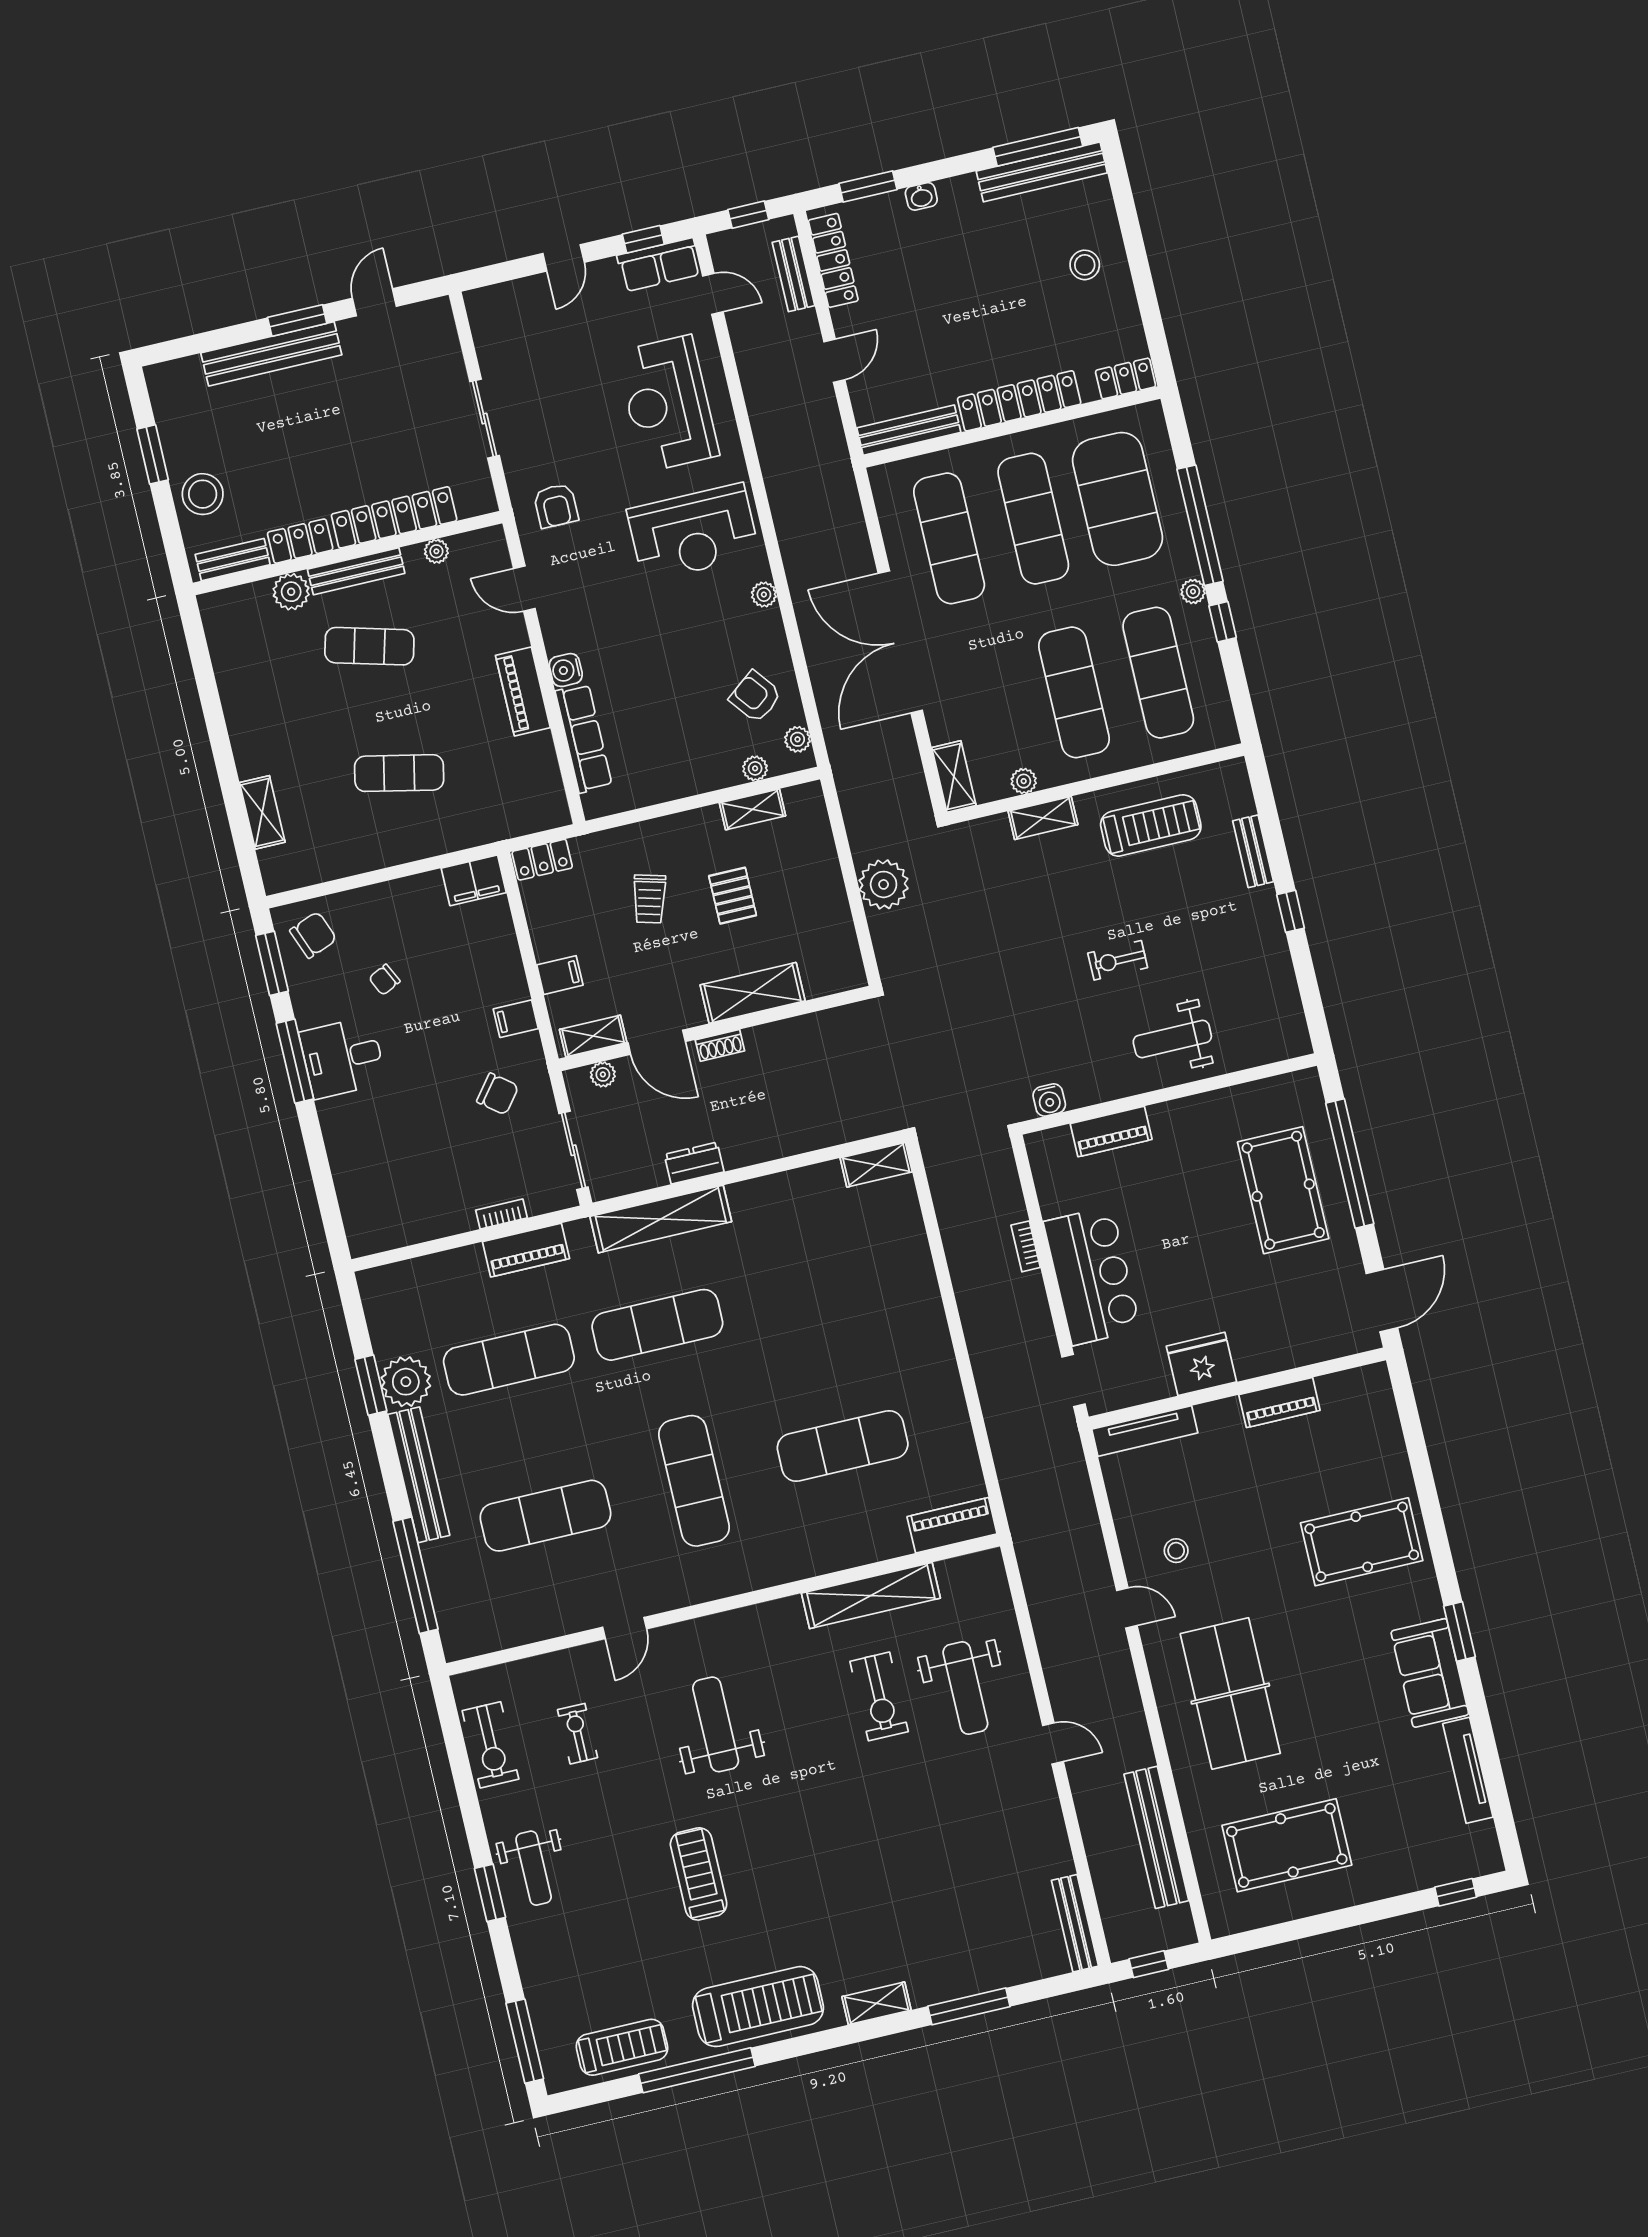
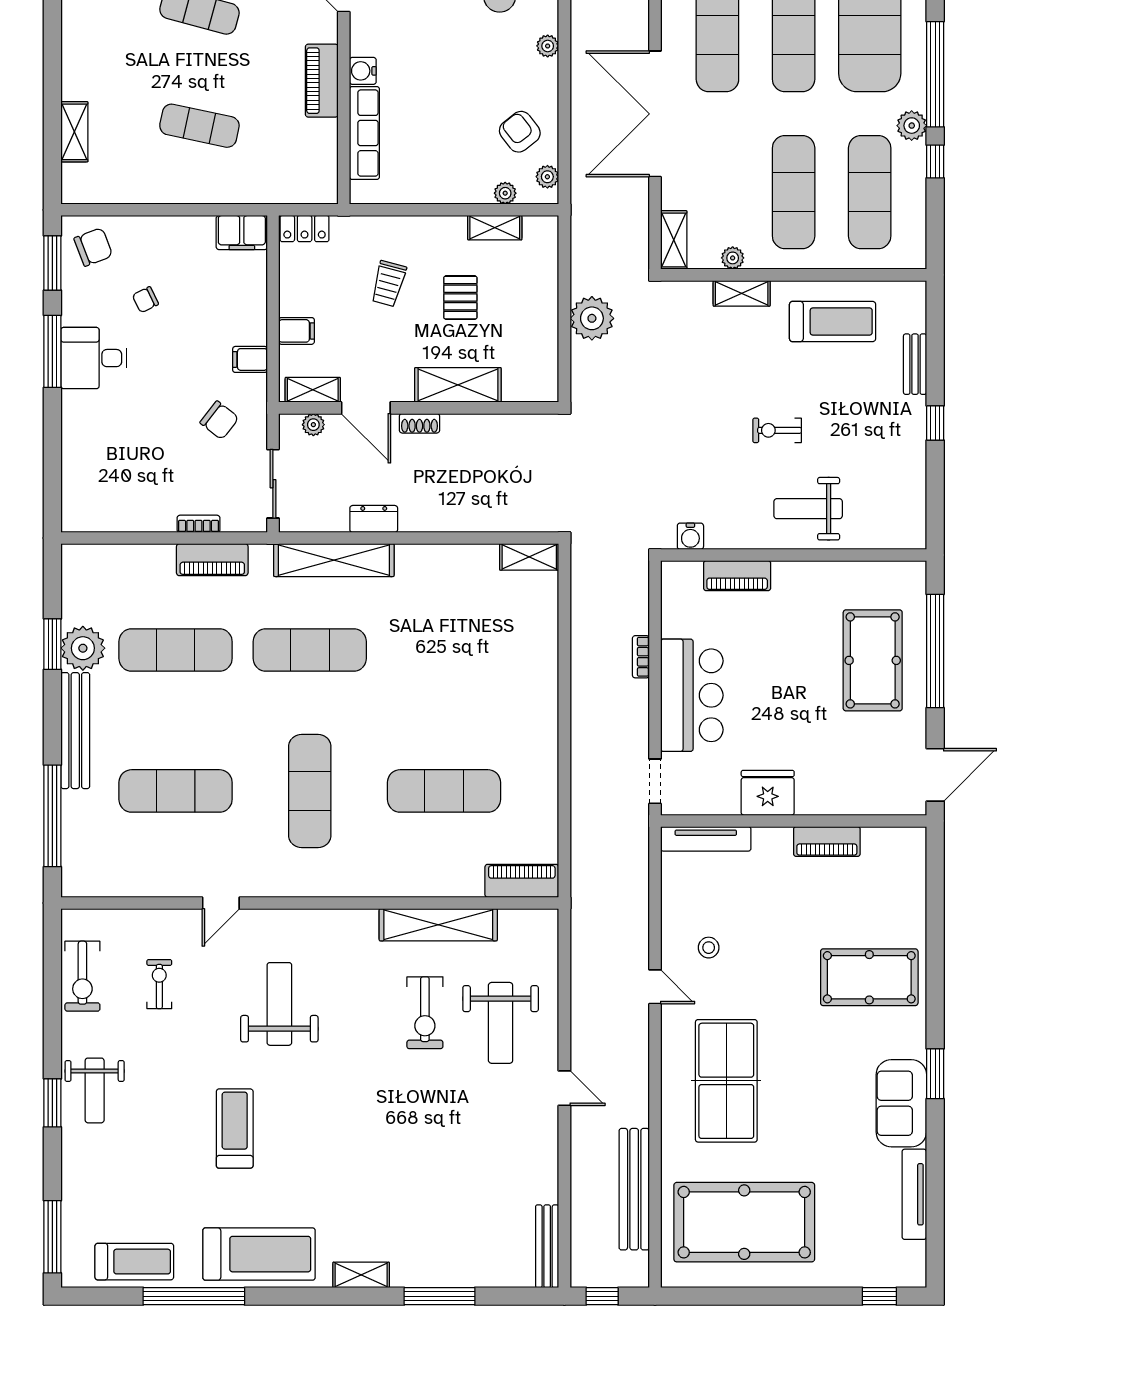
plant: (1193, 592) -> (912, 126), width x1.38, depth x1.38
pool table: (1287, 1845) -> (744, 1222), width x1.36, depth x1.32

